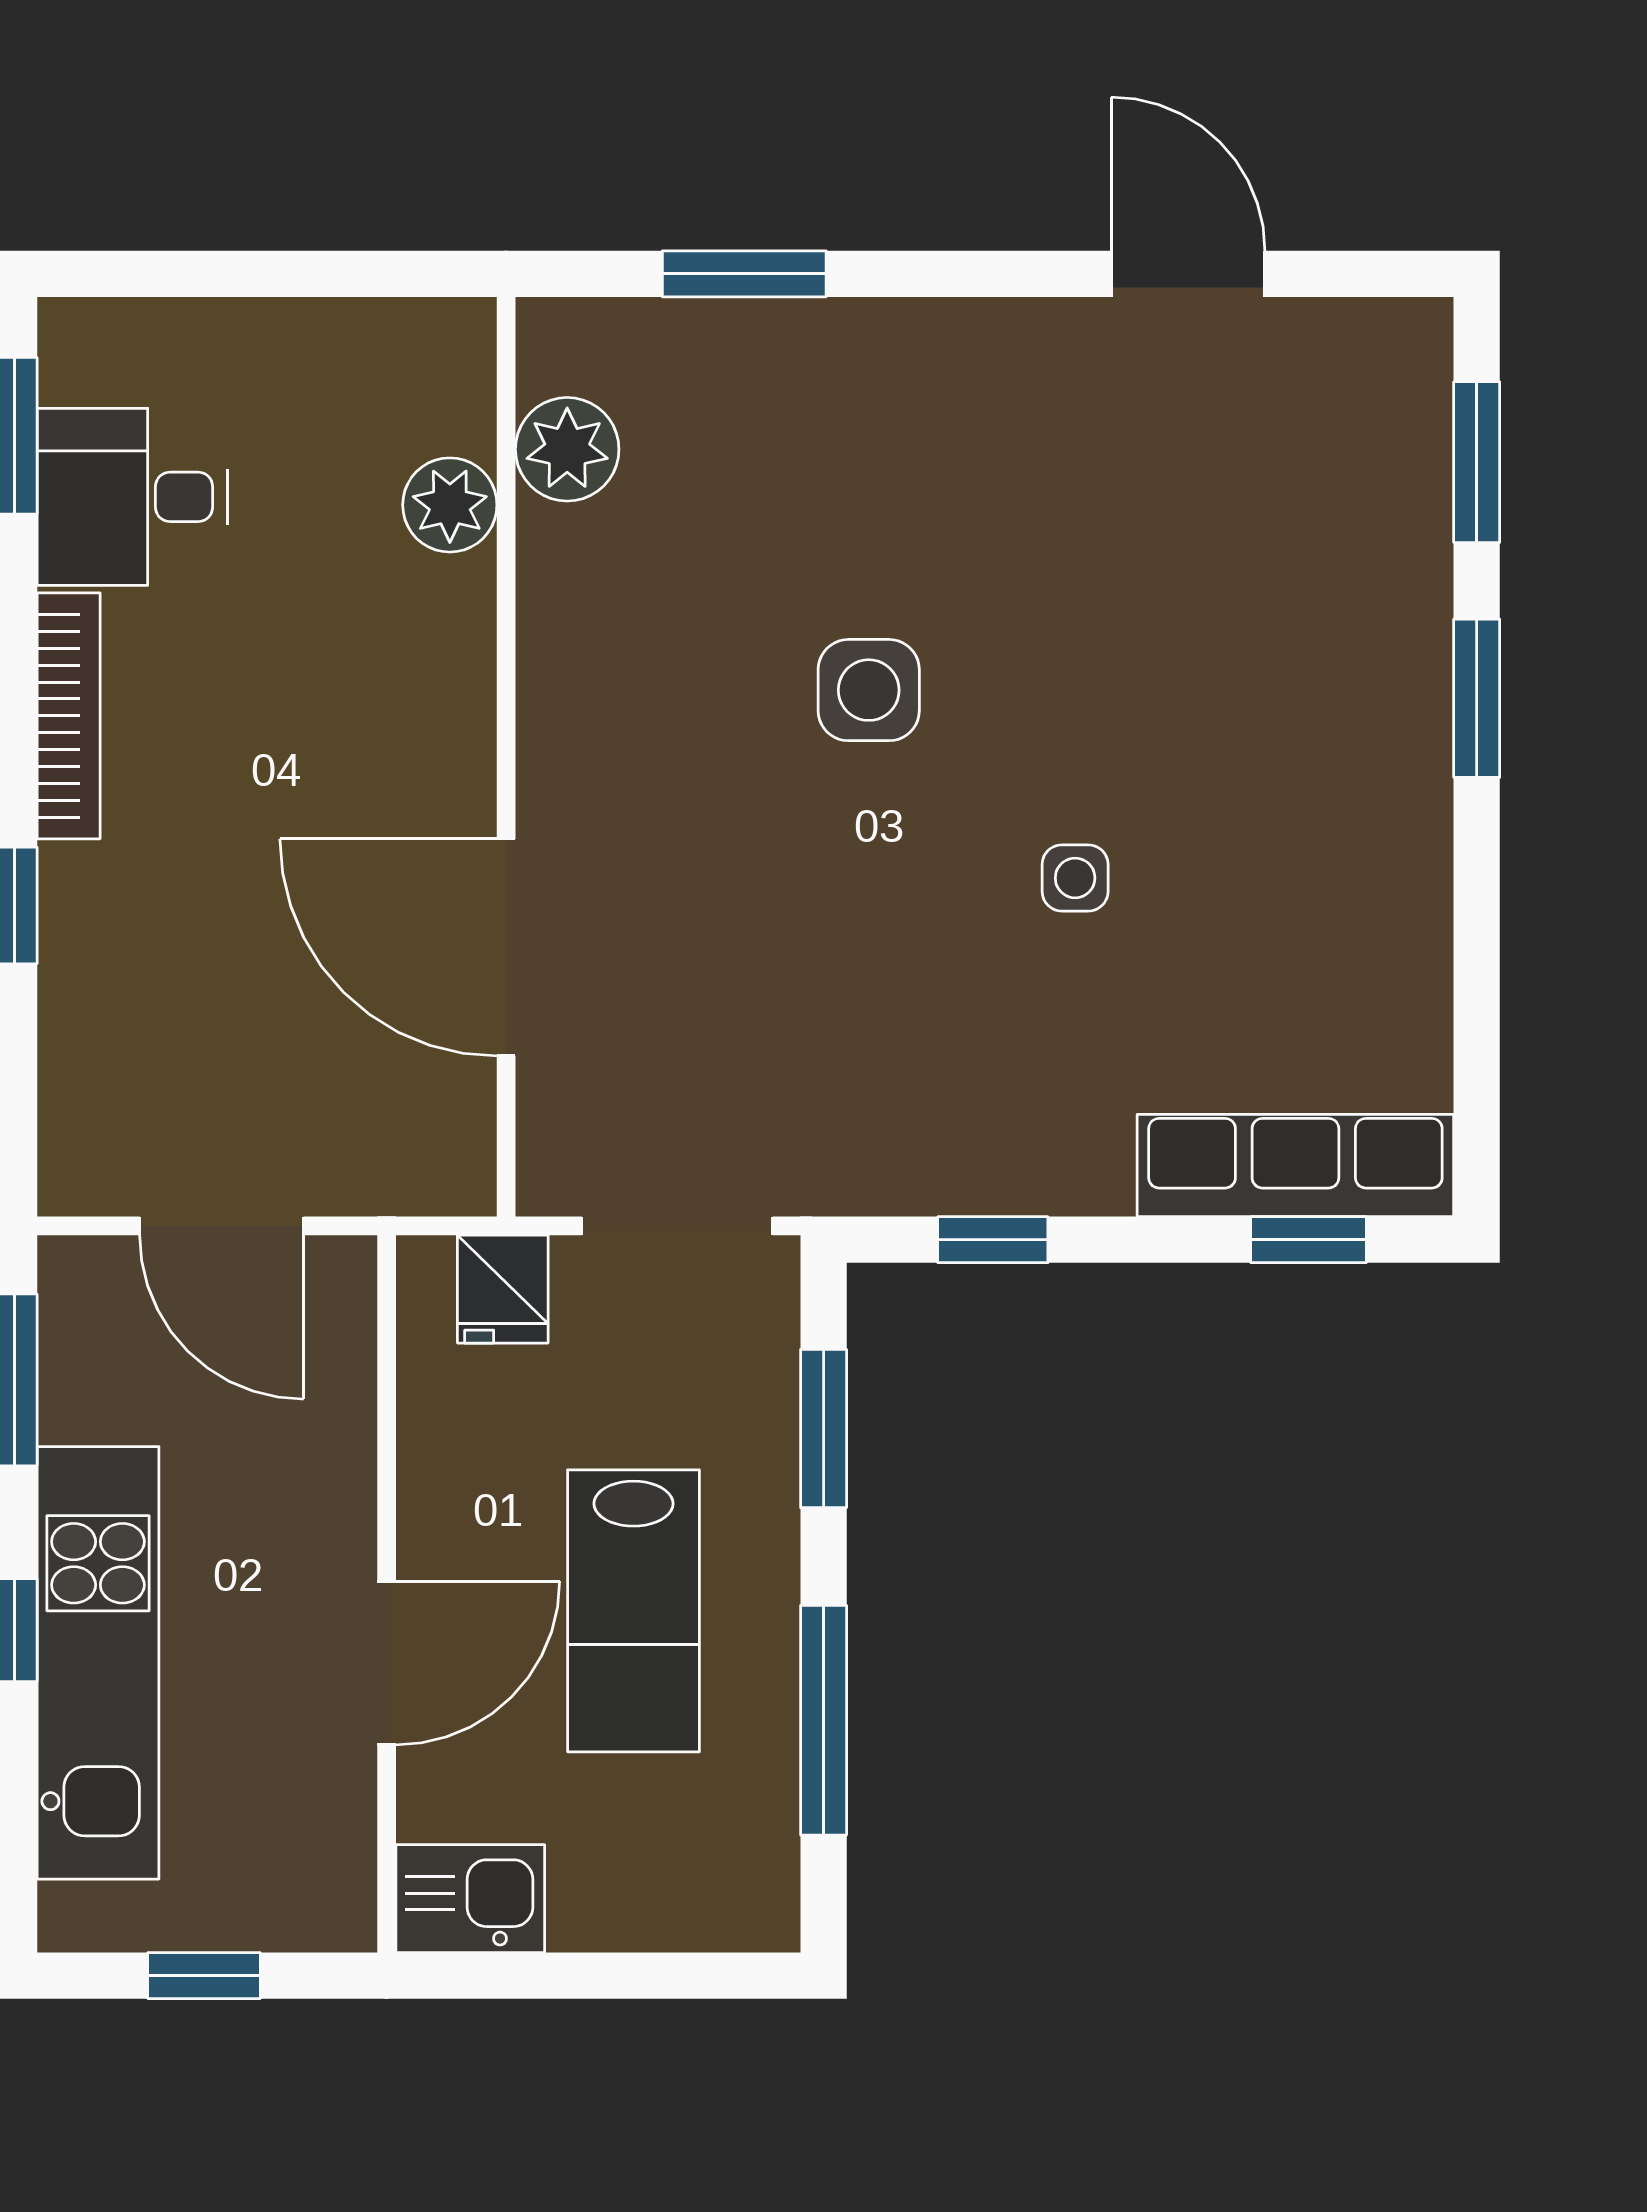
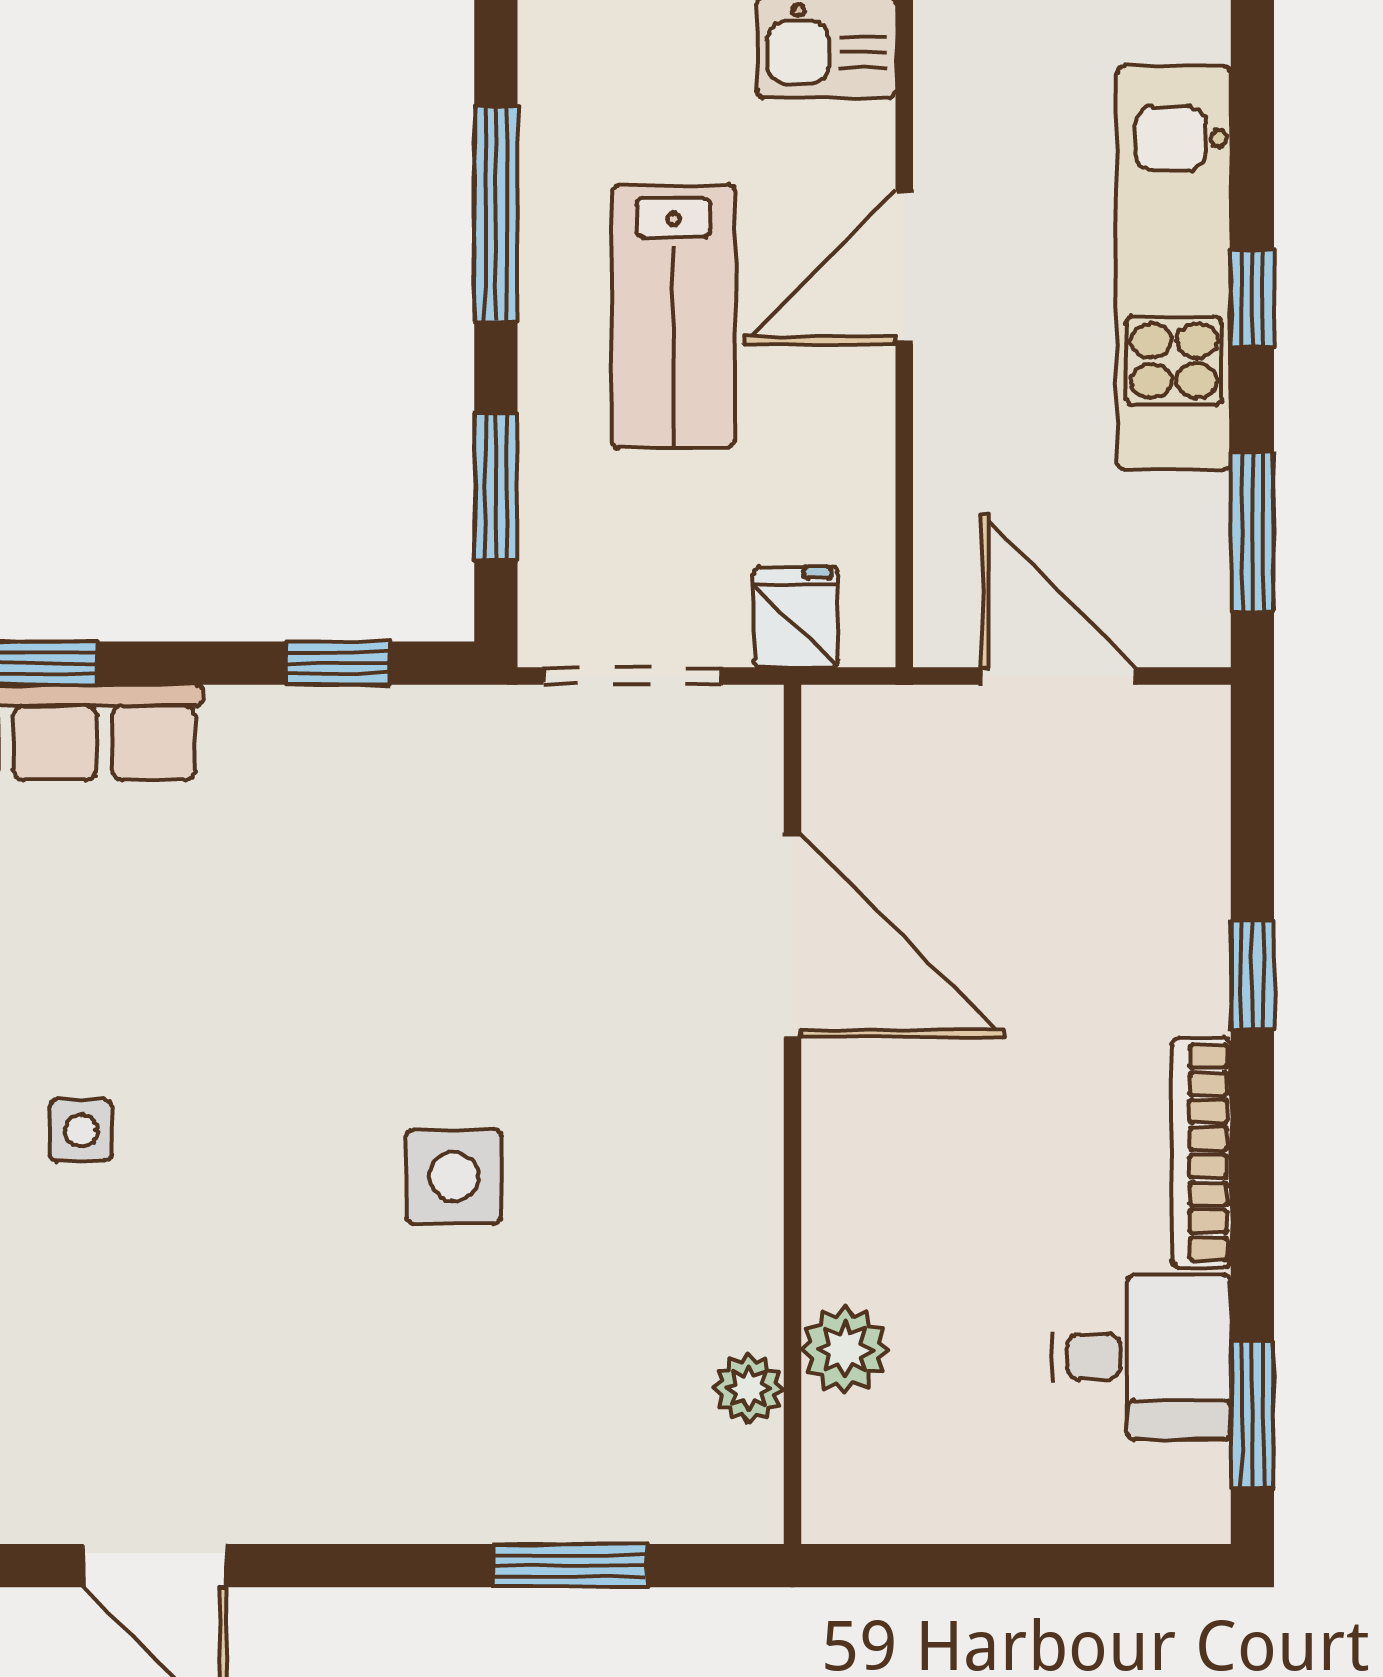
plant: (567, 449) -> (749, 1388), width x0.73, depth x0.73
side table: (1075, 878) -> (81, 1130), moved
lab bench: (633, 1611) -> (674, 316), turned 180

